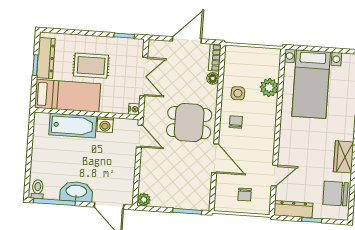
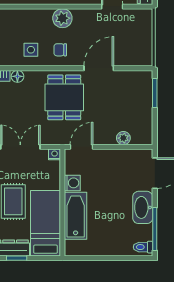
plant: (269, 88) -> (62, 18), moved
chair: (245, 195) -> (134, 36), removed
plant: (144, 200) -> (123, 138), moved

